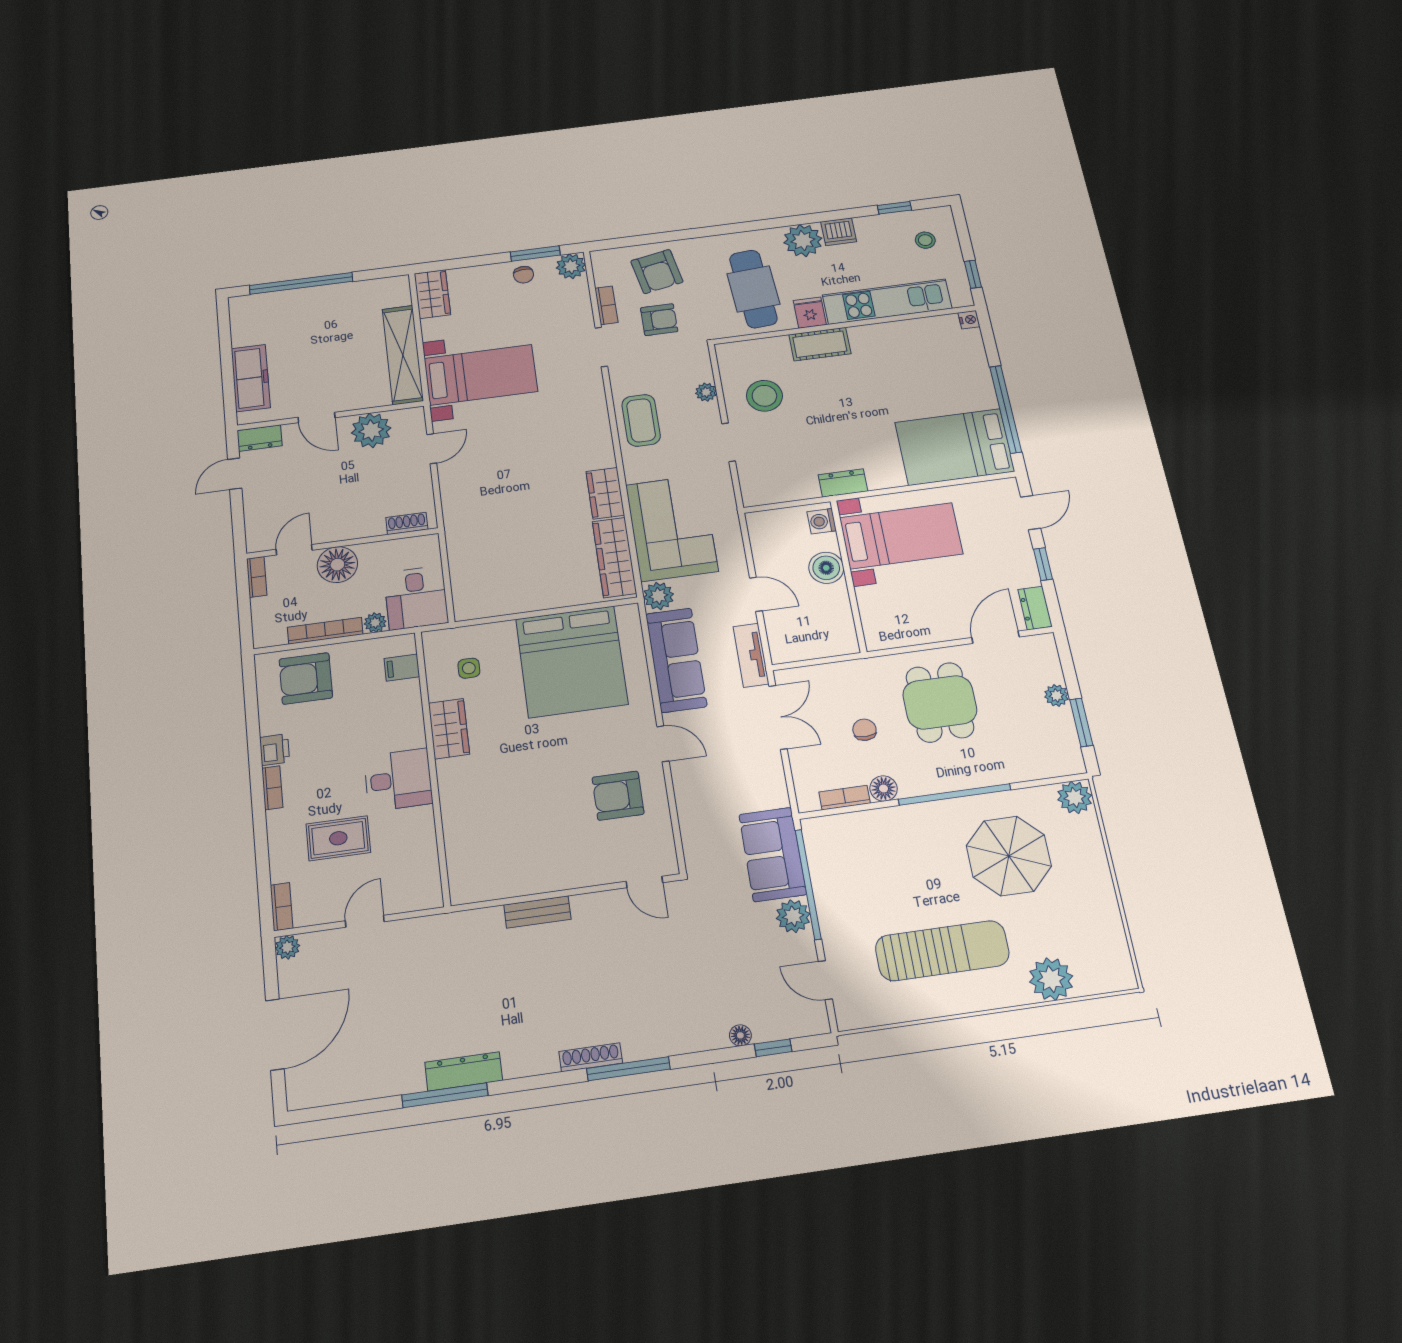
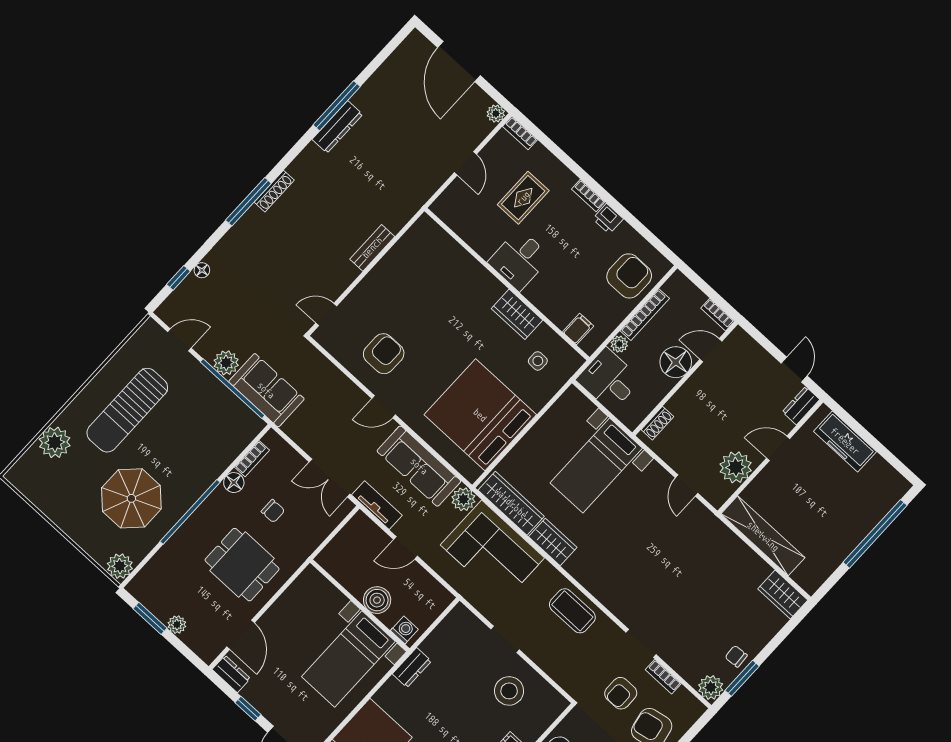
bed with nightstands: (481, 375) -> (596, 466), moved
plant: (706, 392) -> (548, 664), removed
door: (294, 550) -> (711, 350), swing flipped

